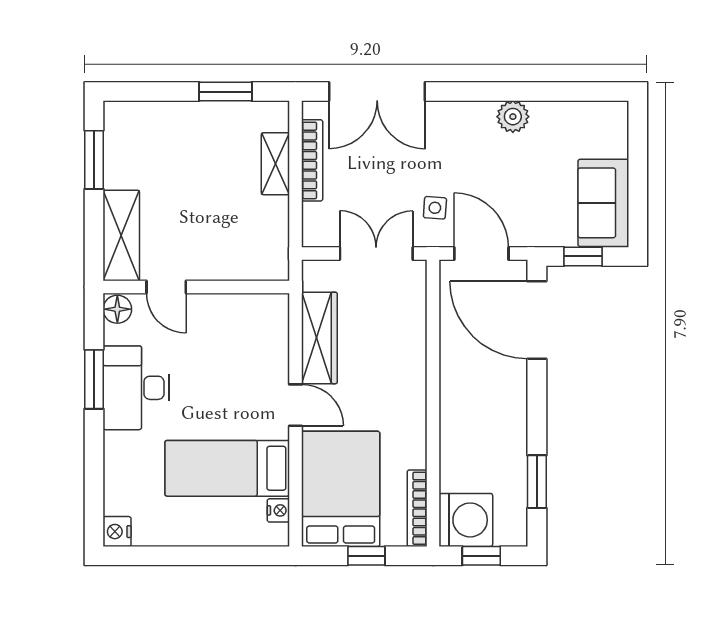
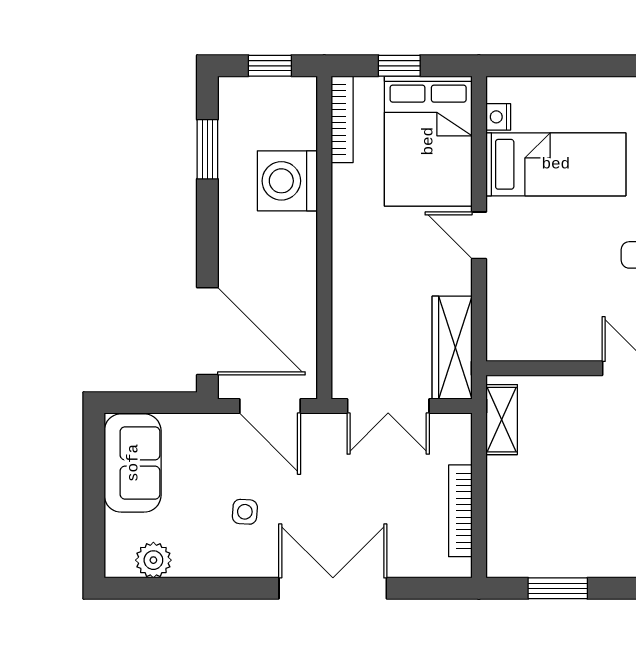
double door: (377, 92) -> (333, 588), moved
plant: (513, 117) -> (153, 560), moved
shelving: (275, 164) -> (502, 420), moved
side table: (435, 208) -> (245, 512), moved
window: (583, 256) -> (155, 403), removed
wardrobe: (319, 338) -> (452, 348), moved
washing machine: (466, 520) -> (287, 181), moved

